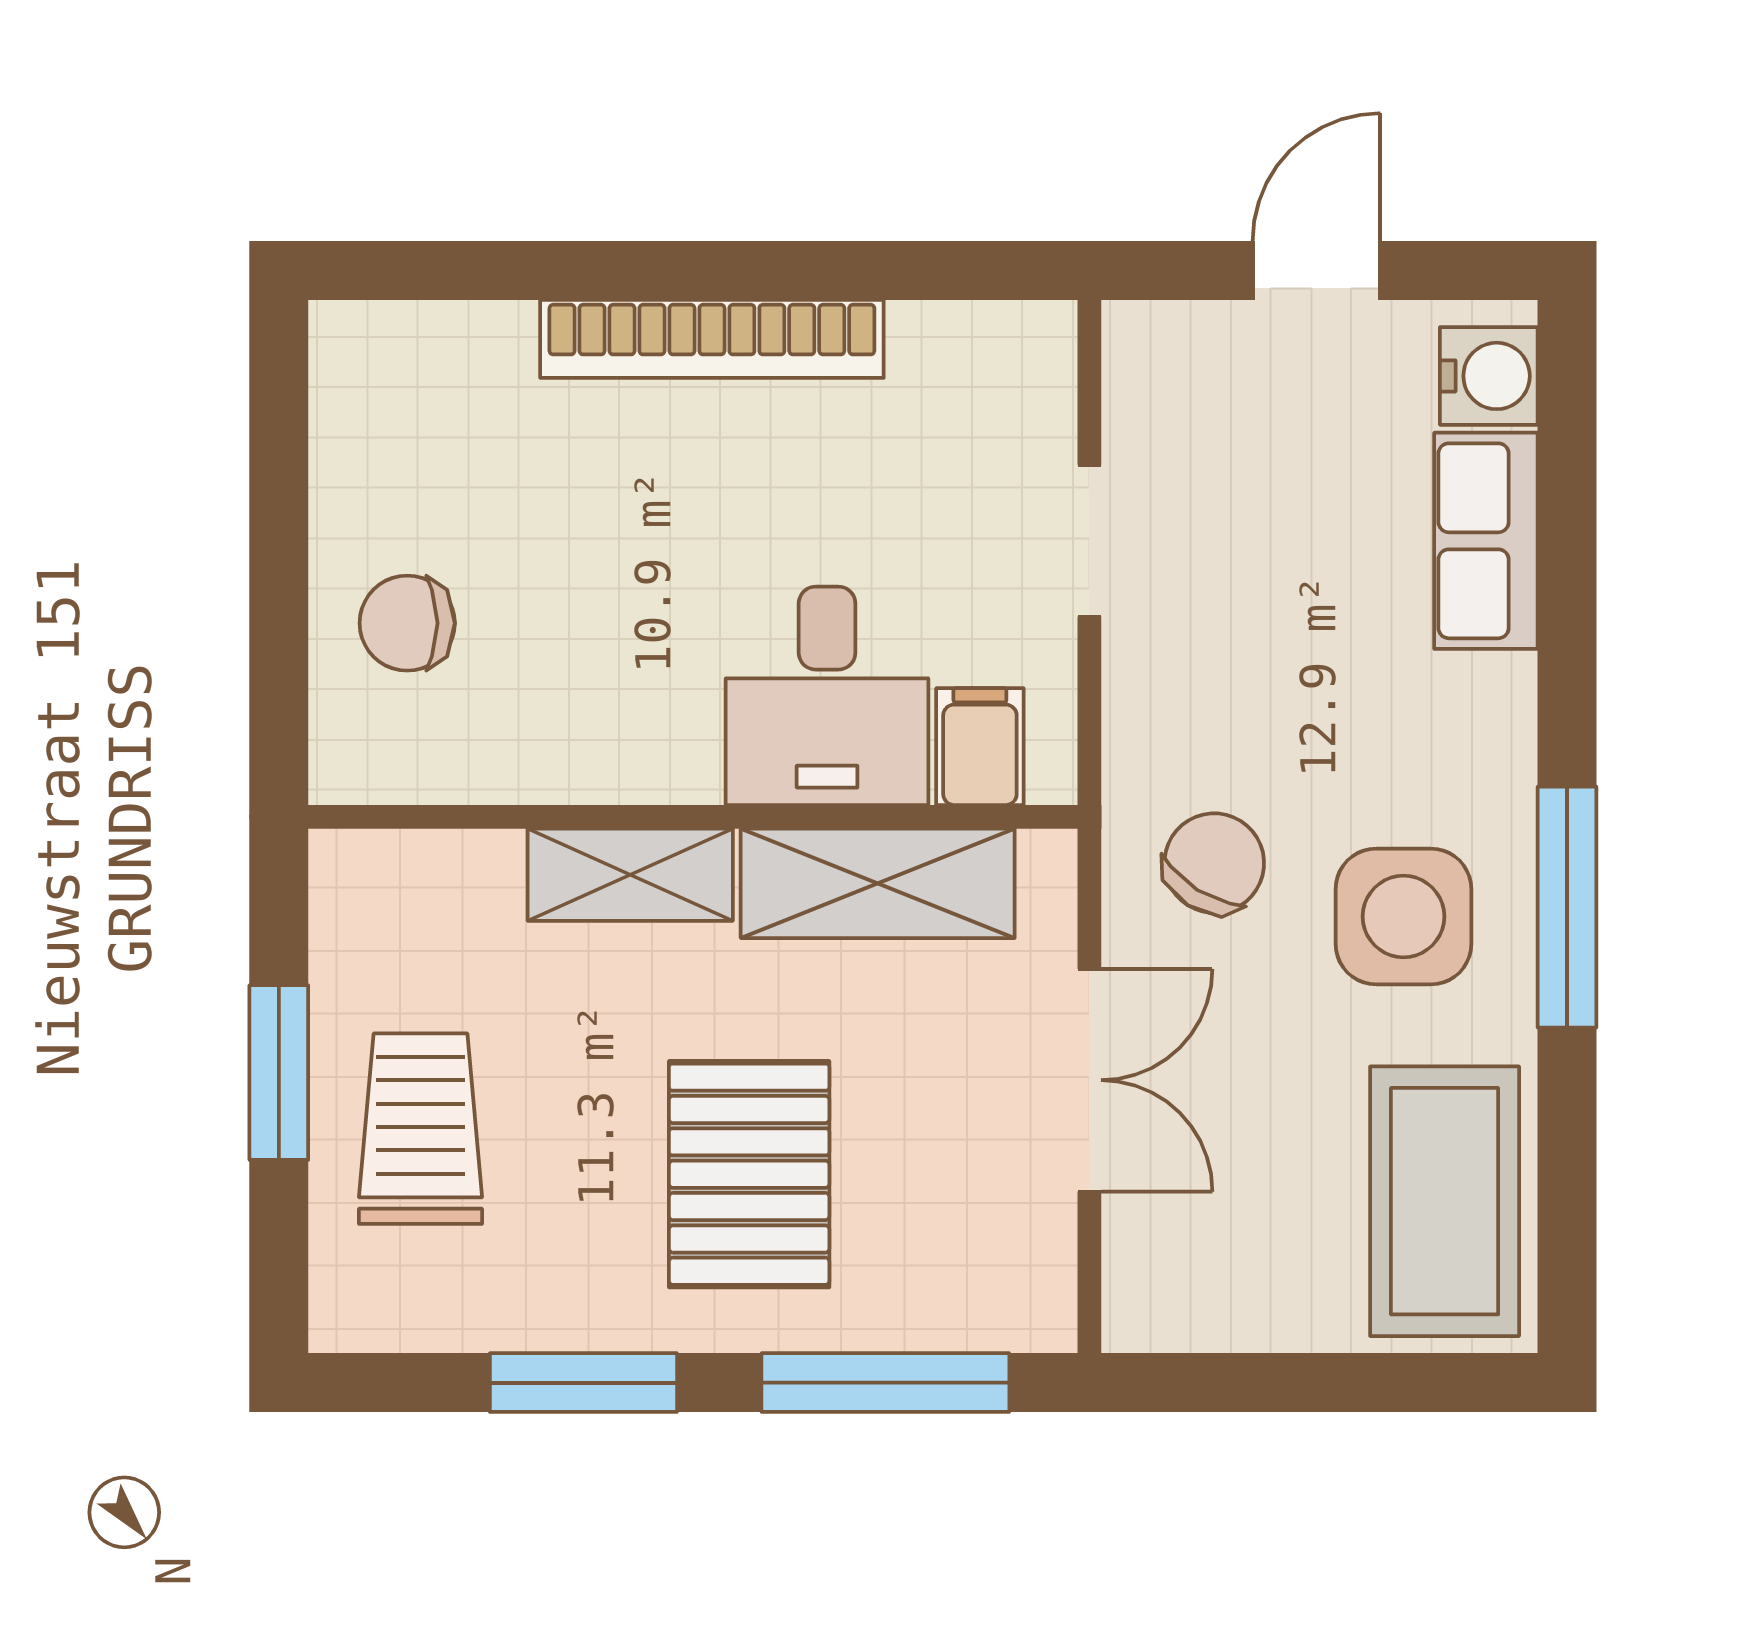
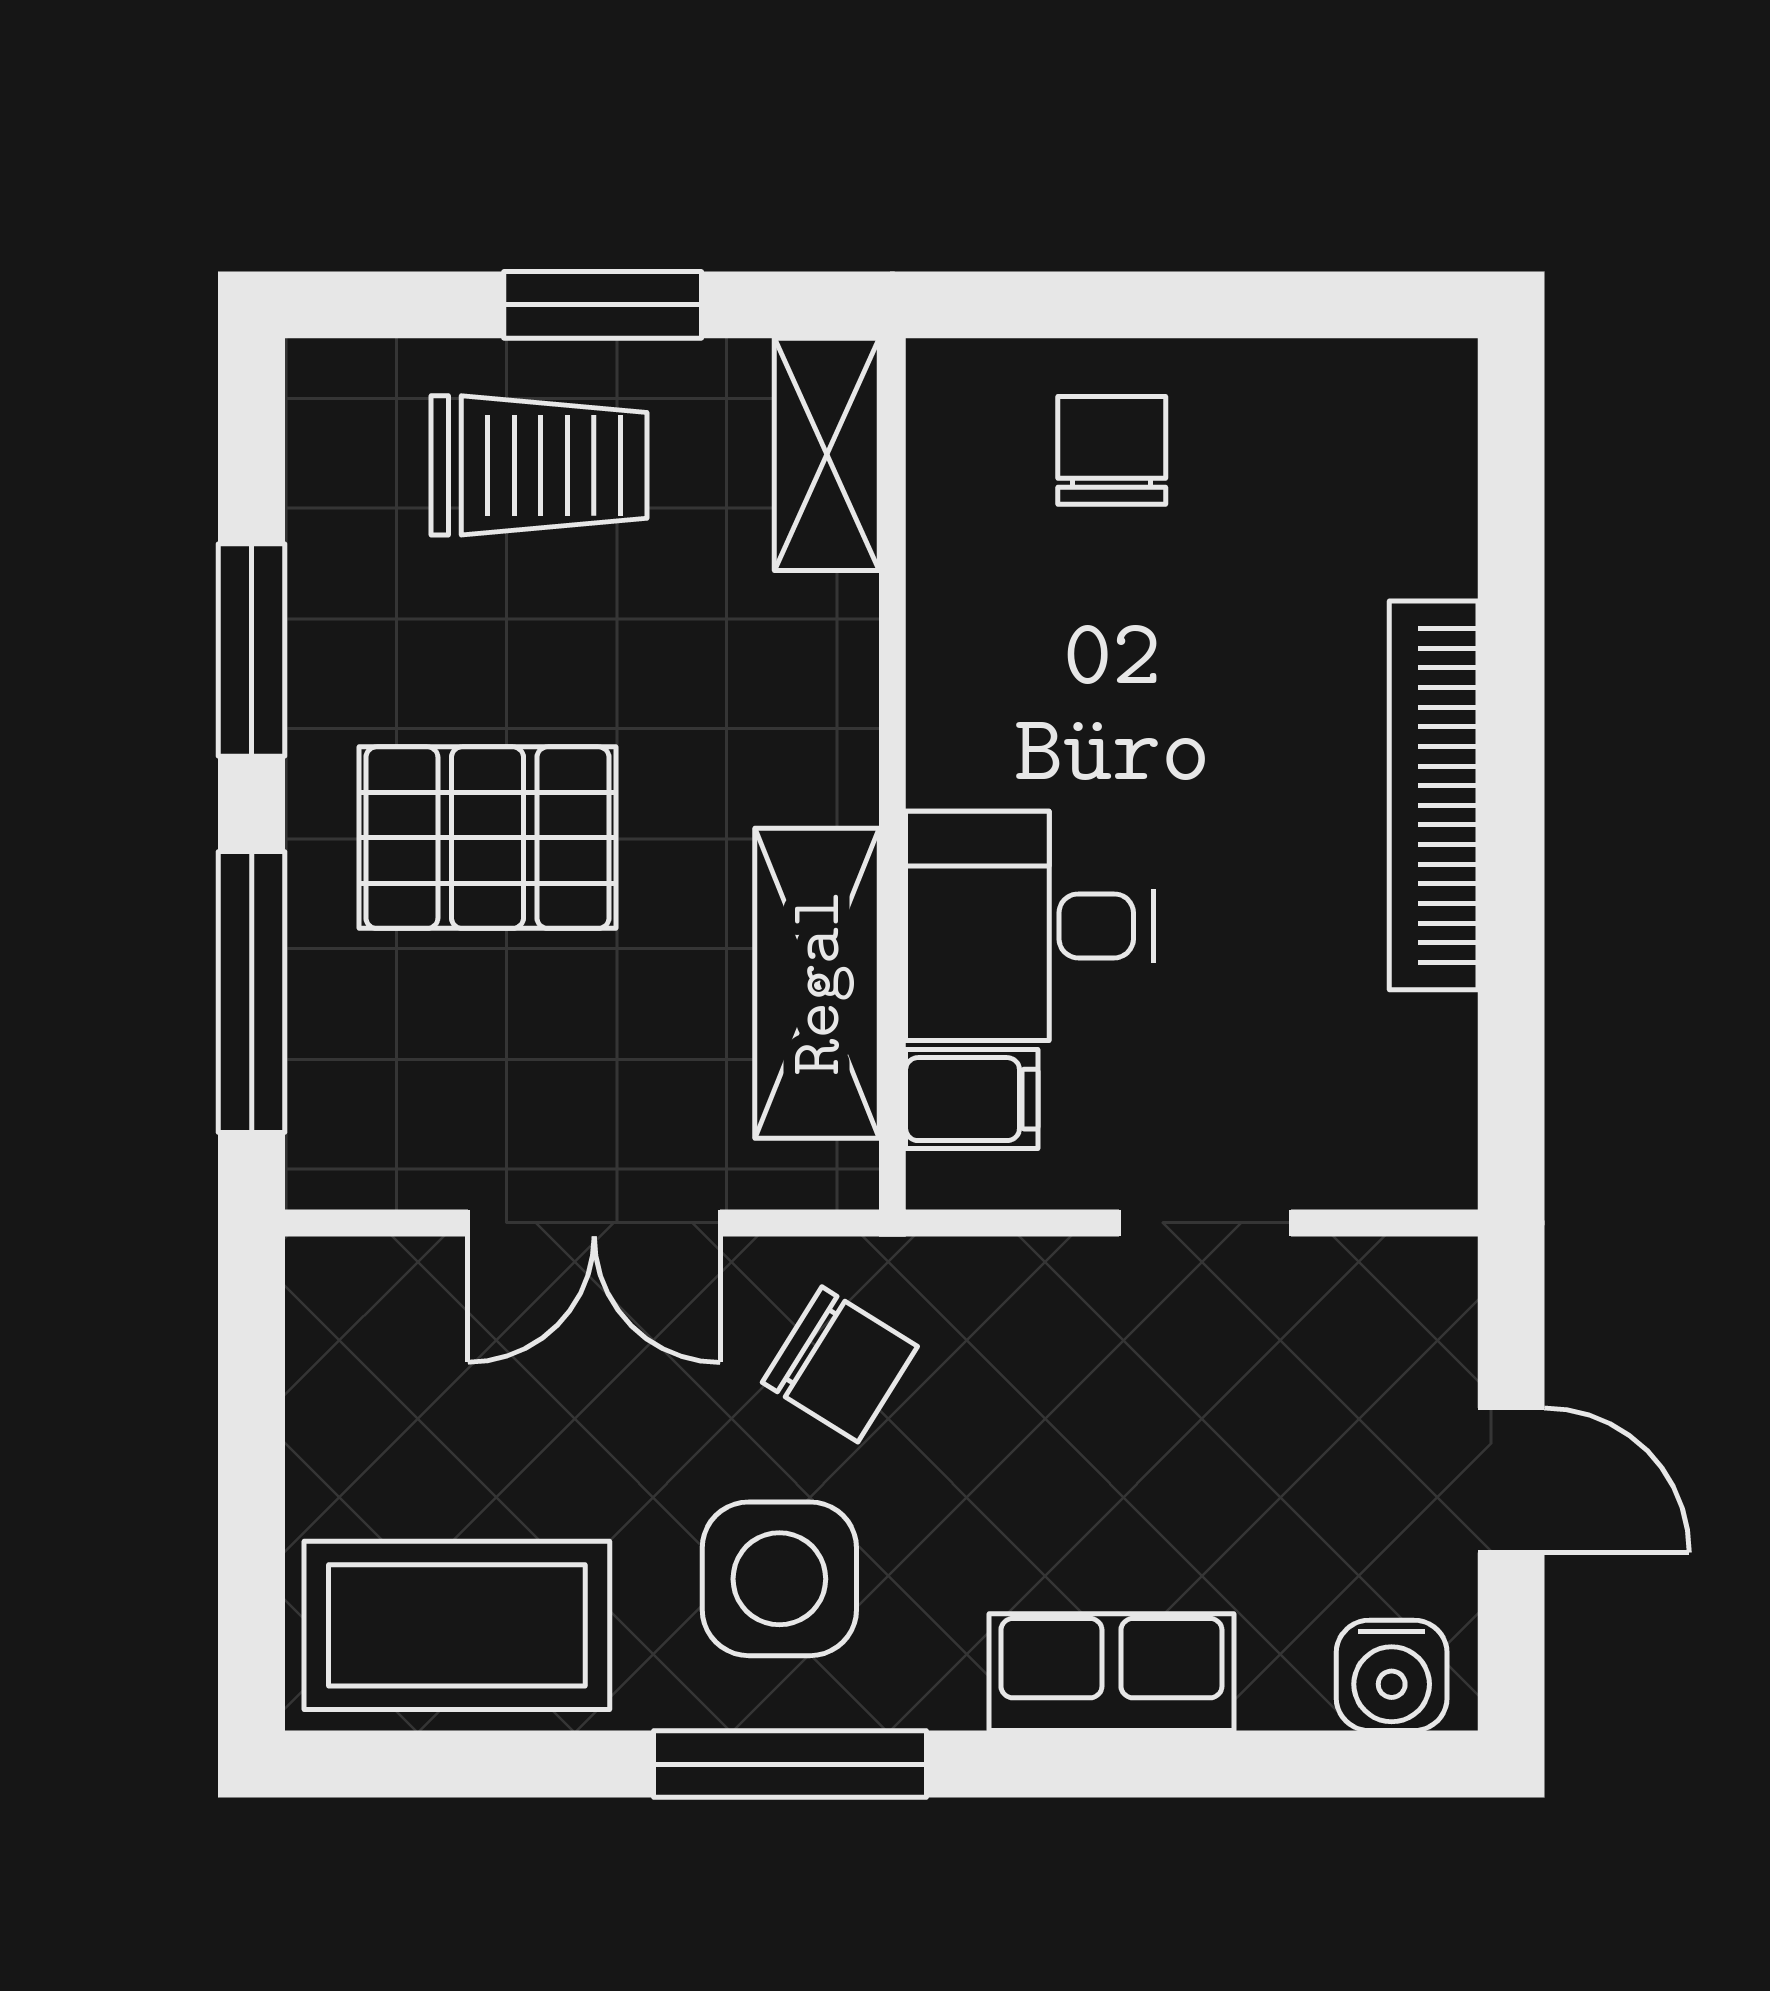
row of seats: (1486, 541) -> (1111, 1672), moved
shelving: (630, 875) -> (827, 454), moved

